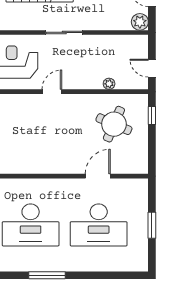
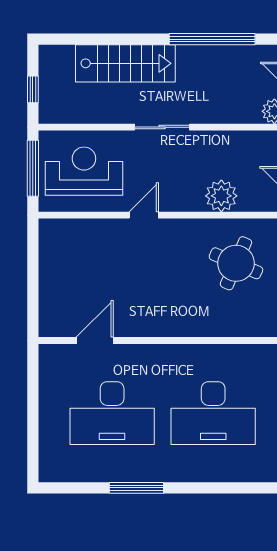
plant: (109, 84) -> (221, 196), width x1.88, depth x1.88
door: (98, 176) -> (95, 340), moved

